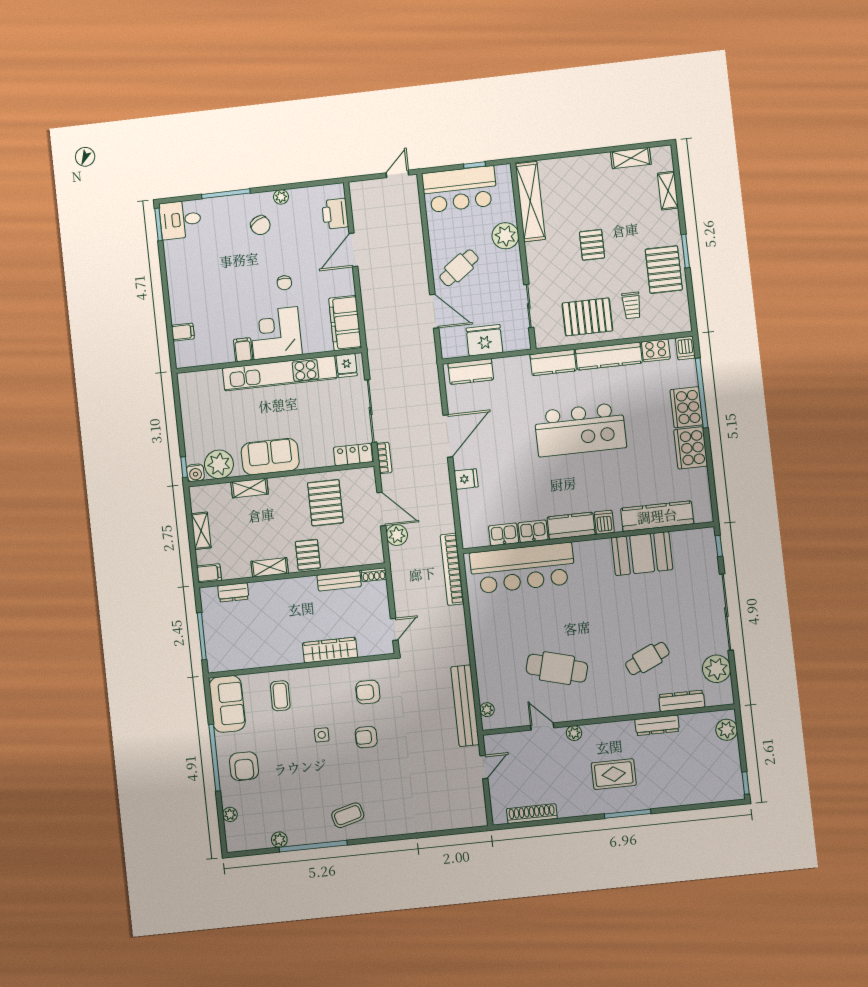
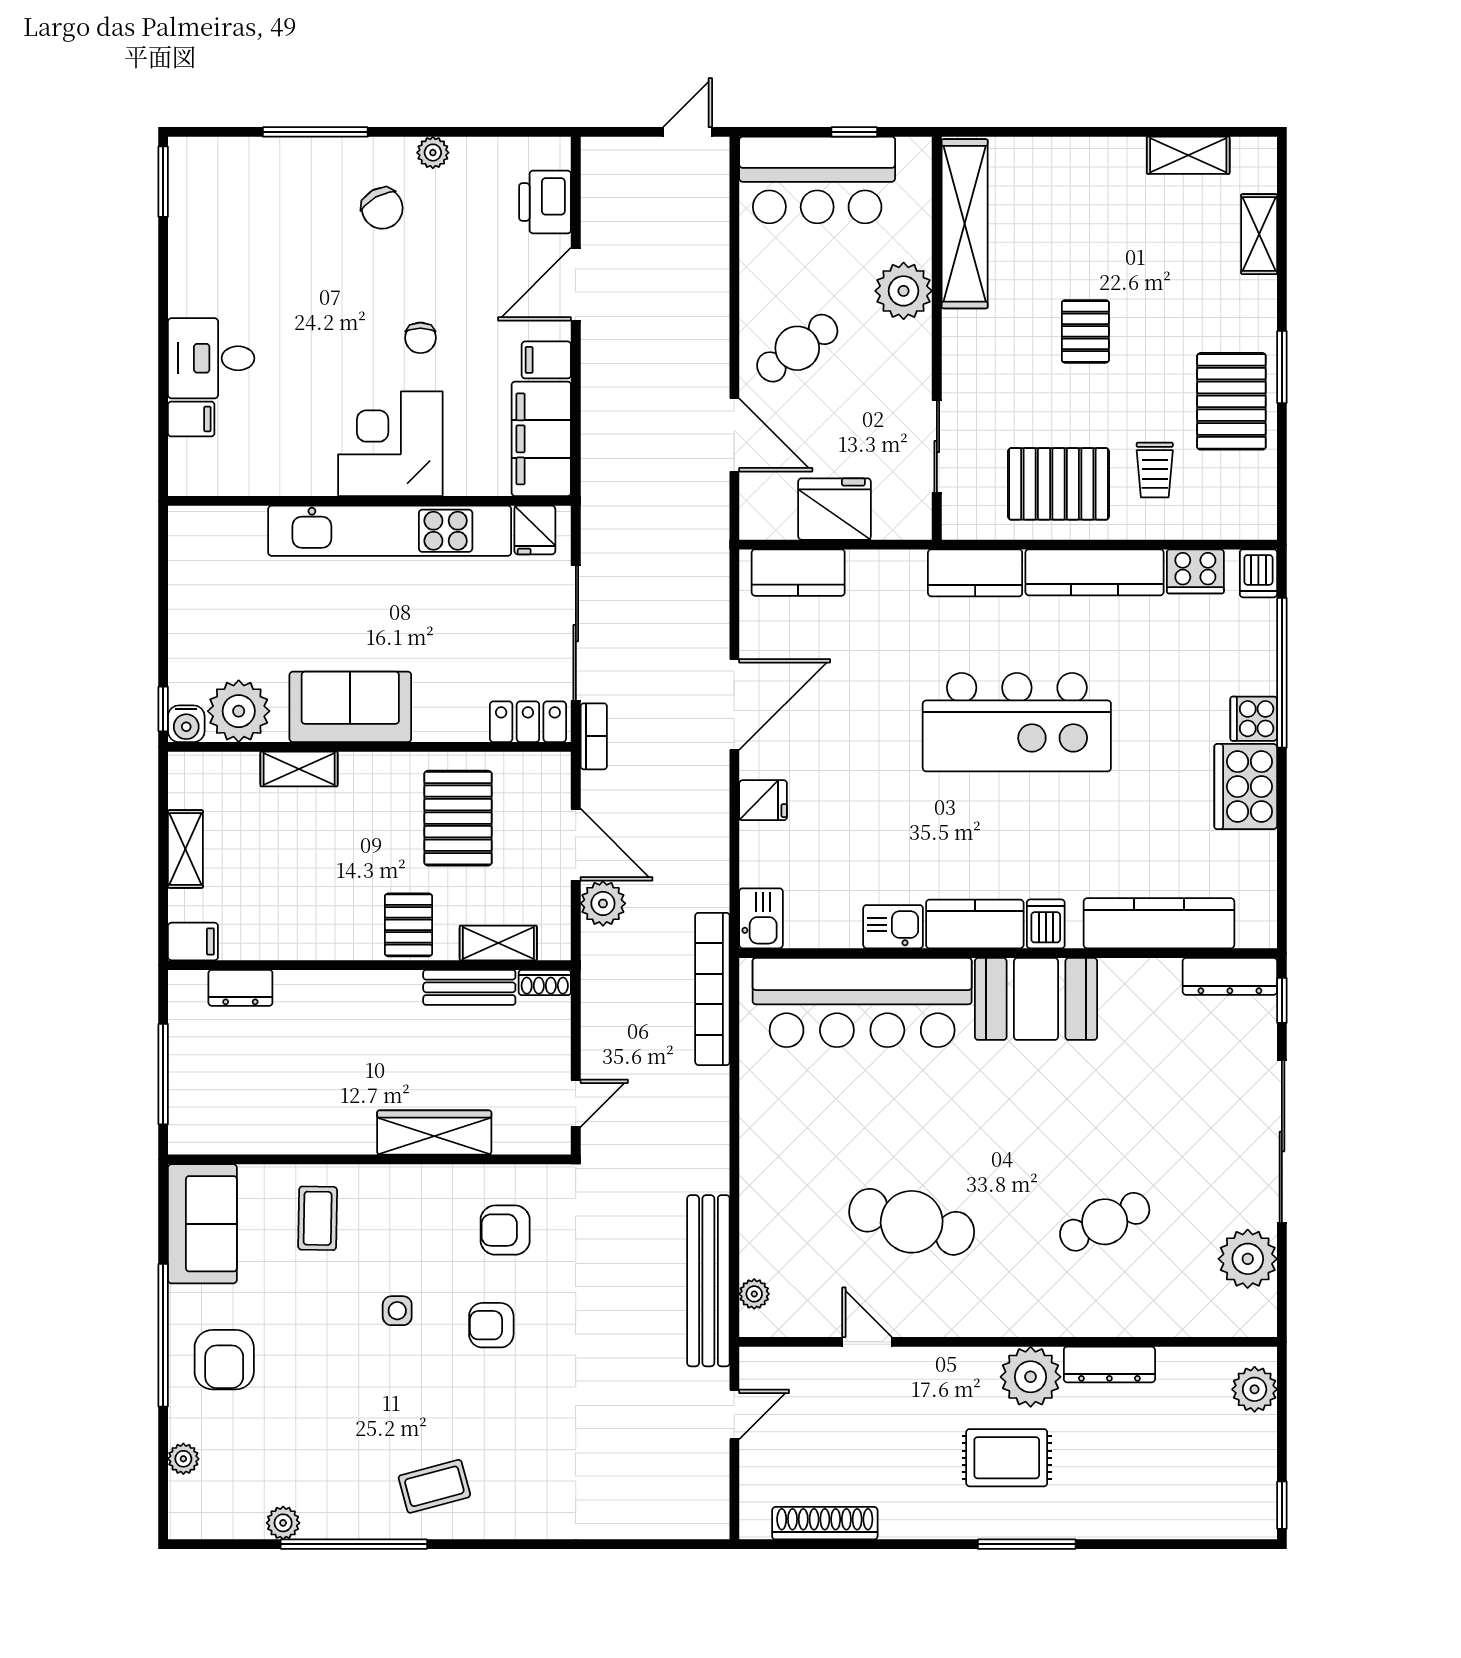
desk: (180, 220) -> (211, 358), moved
filing cabinet: (243, 350) -> (546, 360), moved, turned -90
cooker: (686, 407) -> (1254, 719), width x0.53, depth x0.76
kitchen sink: (504, 534) -> (761, 918), moved, turned 90
booth: (642, 554) -> (1036, 999), moved
shelving: (270, 567) -> (498, 943), moved
dresser: (682, 701) -> (1230, 976), moved, turned 180
plant: (574, 733) -> (1031, 1377), moved, width x1.88, depth x1.88

